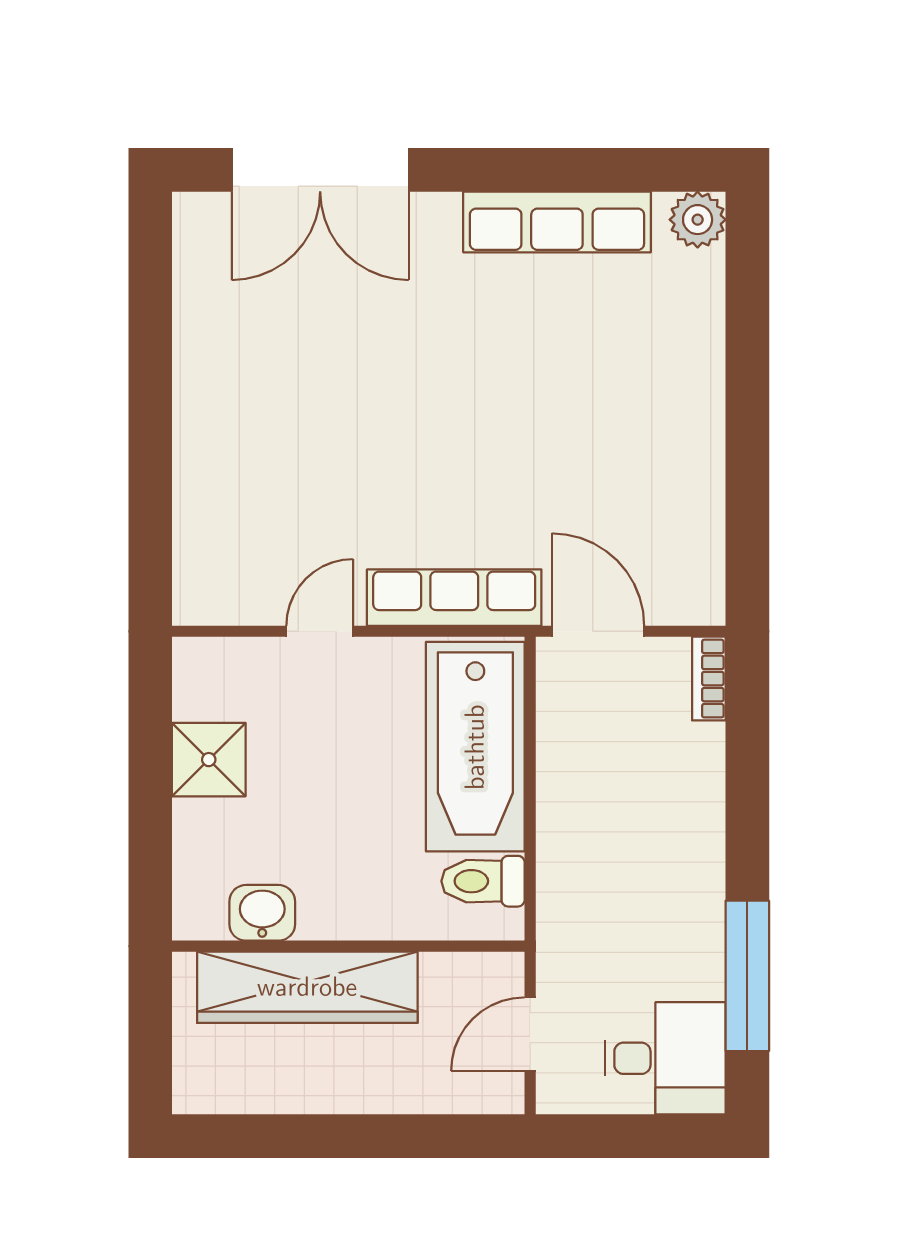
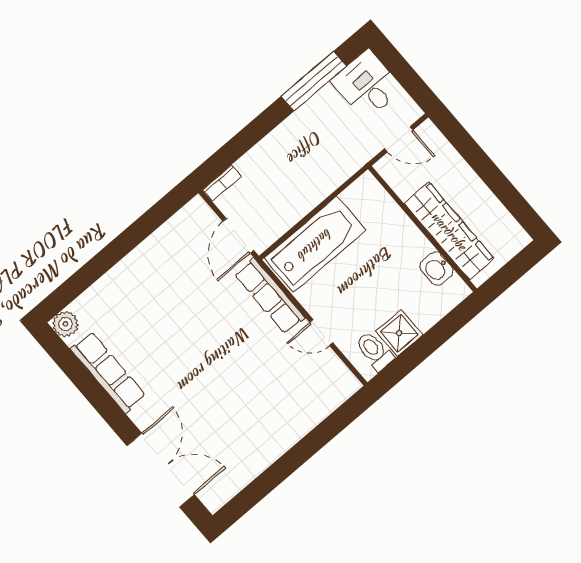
toilet: (483, 881) -> (375, 351), moved, turned 180

